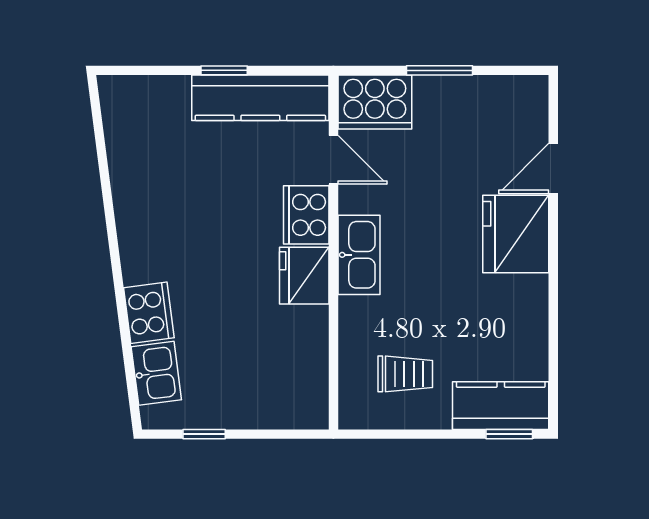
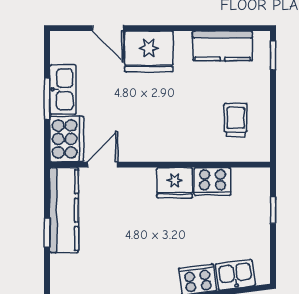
cooker: (306, 215) -> (212, 182), moved
kitchen sink: (359, 255) -> (63, 89), moved, turned 90
kitchen counter: (501, 406) -> (223, 46), moved, turned -90
window: (204, 434) -> (273, 210), moved

